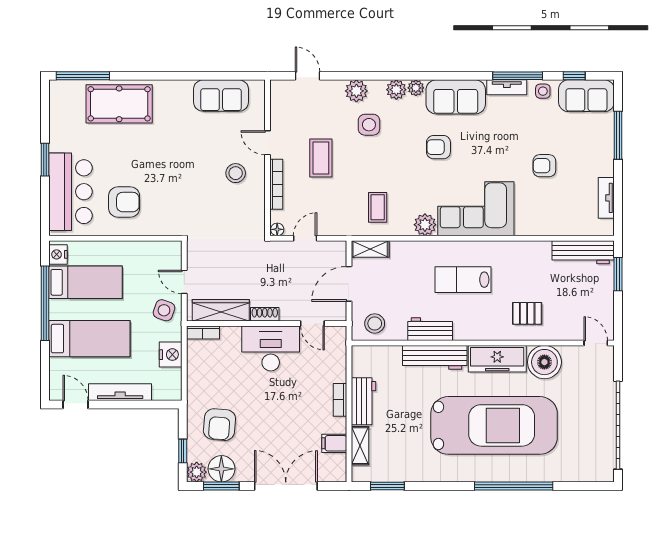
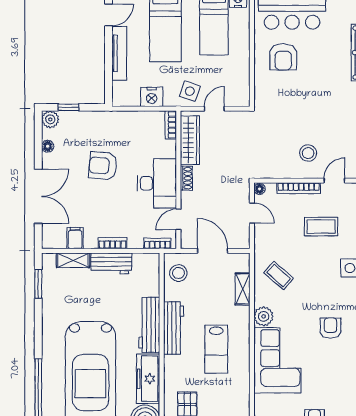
coffee table: (378, 207) -> (279, 276), turned 41
shelving: (370, 249) -> (243, 289), moved
lab bench: (463, 280) -> (216, 349), turned 180
workbench: (430, 329) -> (174, 328), width x1.38
bookcase: (340, 348) -> (157, 243), added
armchair: (219, 425) -> (103, 166), moved
floor lamp: (221, 469) -> (48, 146), width x0.53, depth x0.53
window: (221, 486) -> (38, 141), removed

